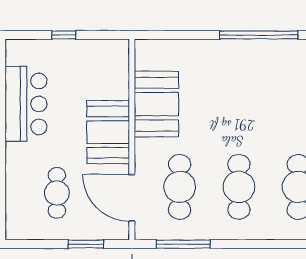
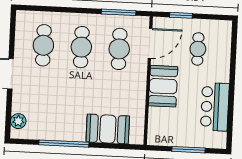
window: (64, 35) -> (189, 150), width x2.17
booth: (156, 104) -> (108, 129), moved, turned 90
door: (132, 198) -> (150, 43), hinge flipped

